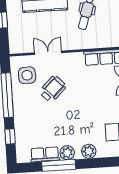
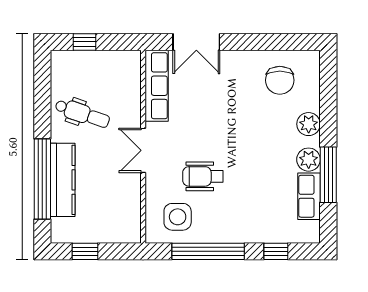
double door: (48, 53) -> (143, 150), moved
wheelchair: (53, 89) -> (203, 176), turned -46

